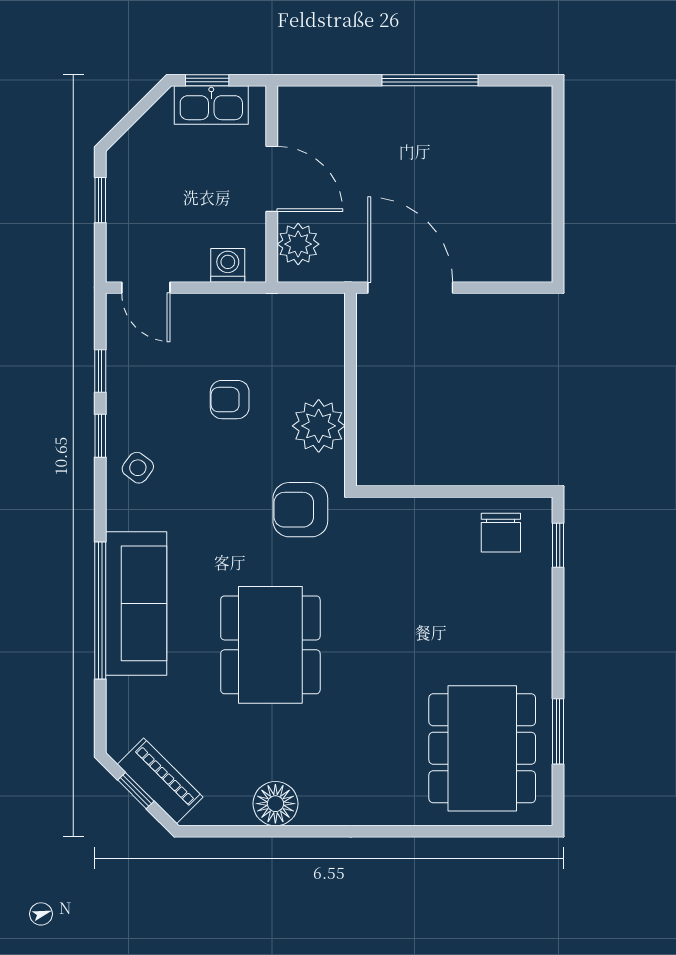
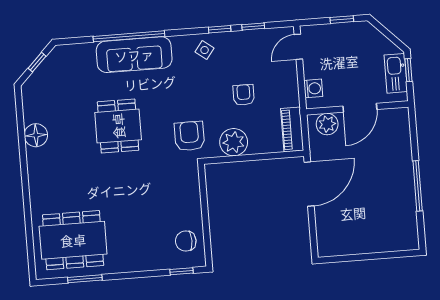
dining table: (270, 645) -> (118, 126), width x0.73
piano: (160, 781) -> (292, 129), moved, turned 135

